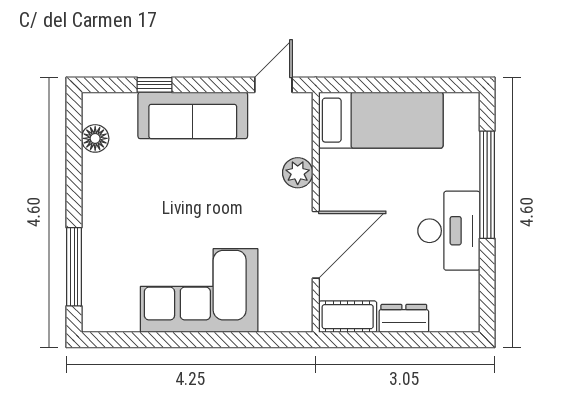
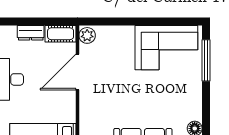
plant: (298, 173) -> (87, 35), moved
corner sofa: (199, 291) -> (166, 48), moved

